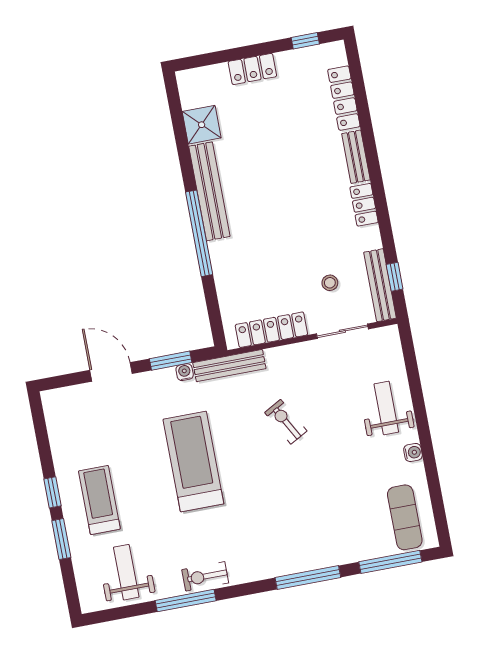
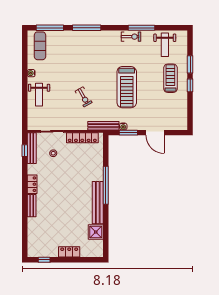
locker: (344, 98) -> (32, 232), removed
treadmill: (99, 500) -> (170, 78), turned 180

